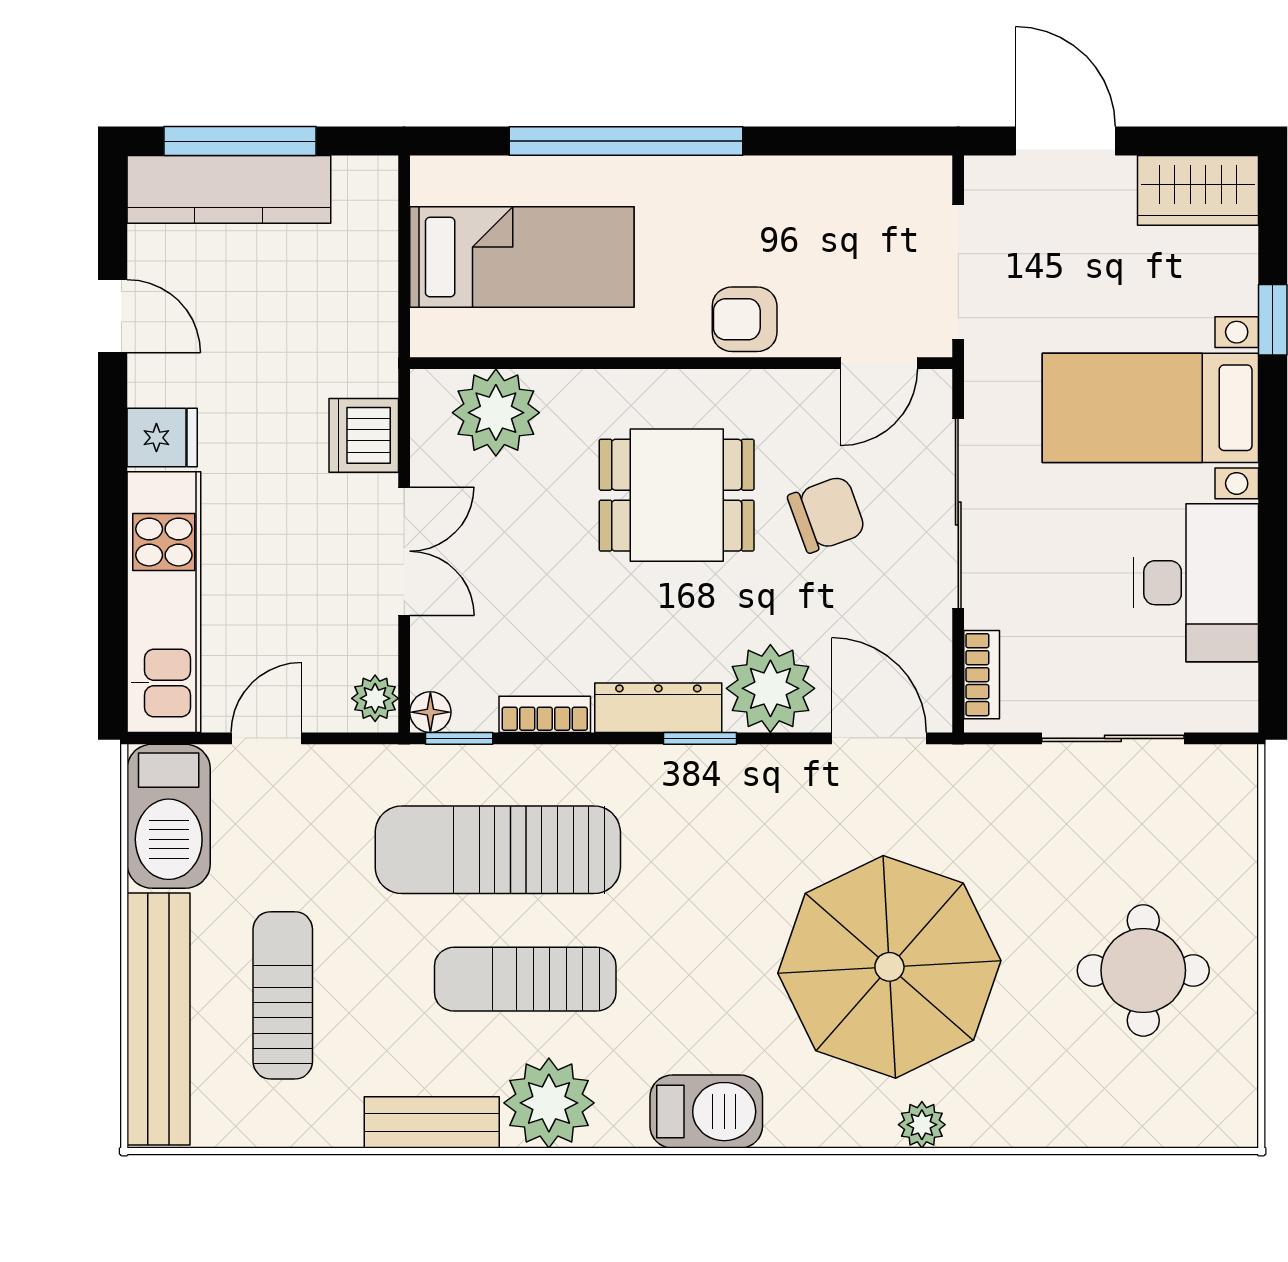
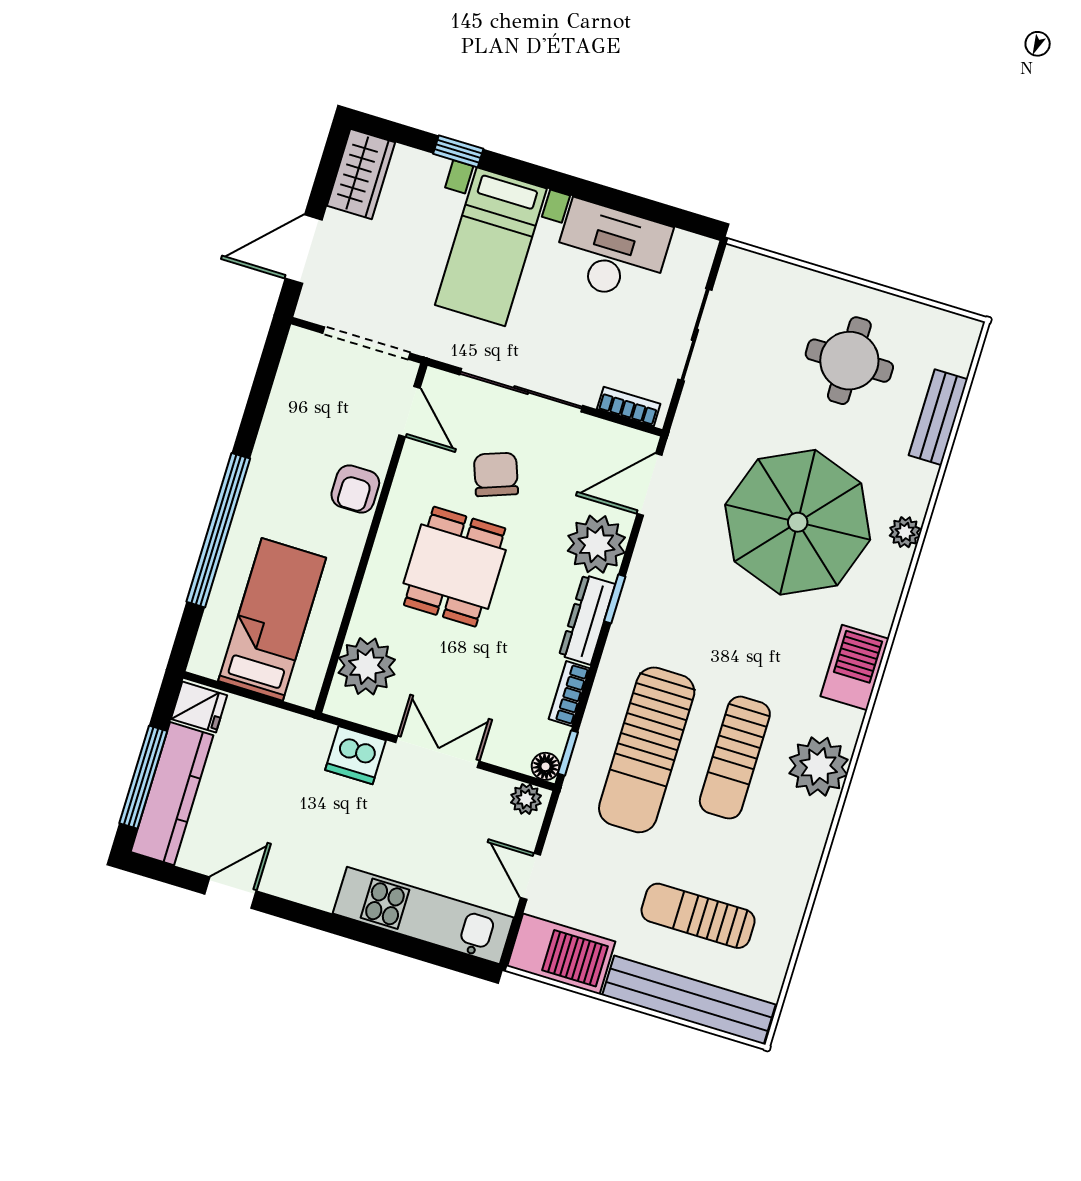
fridge: (162, 438) -> (199, 707), moved, turned 90
bench: (432, 1122) -> (938, 417), moved

